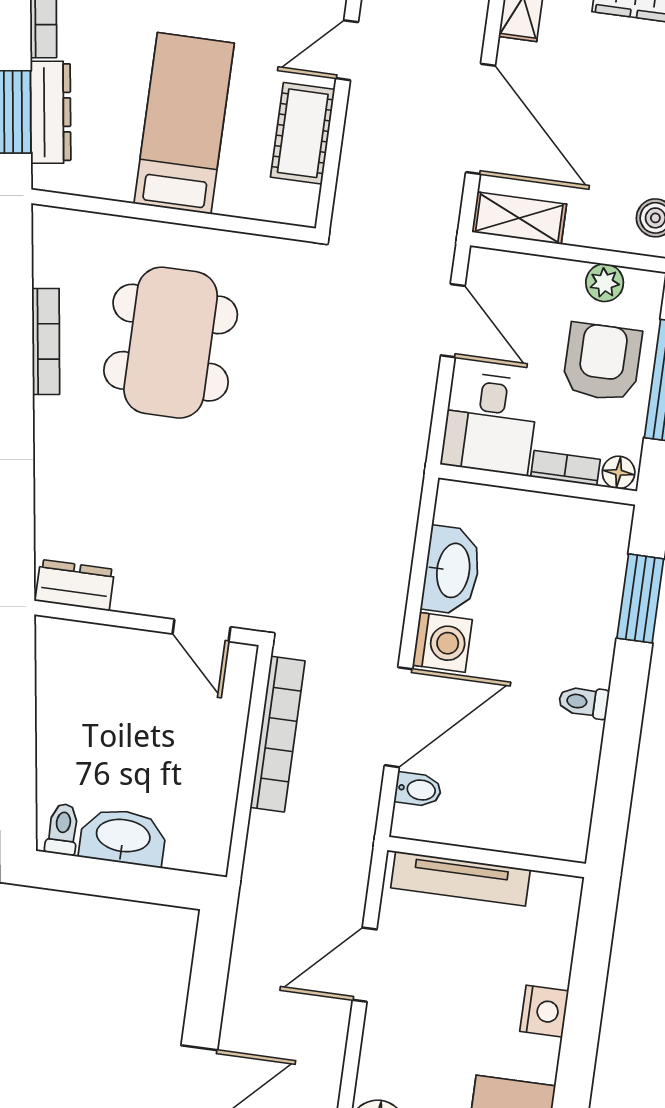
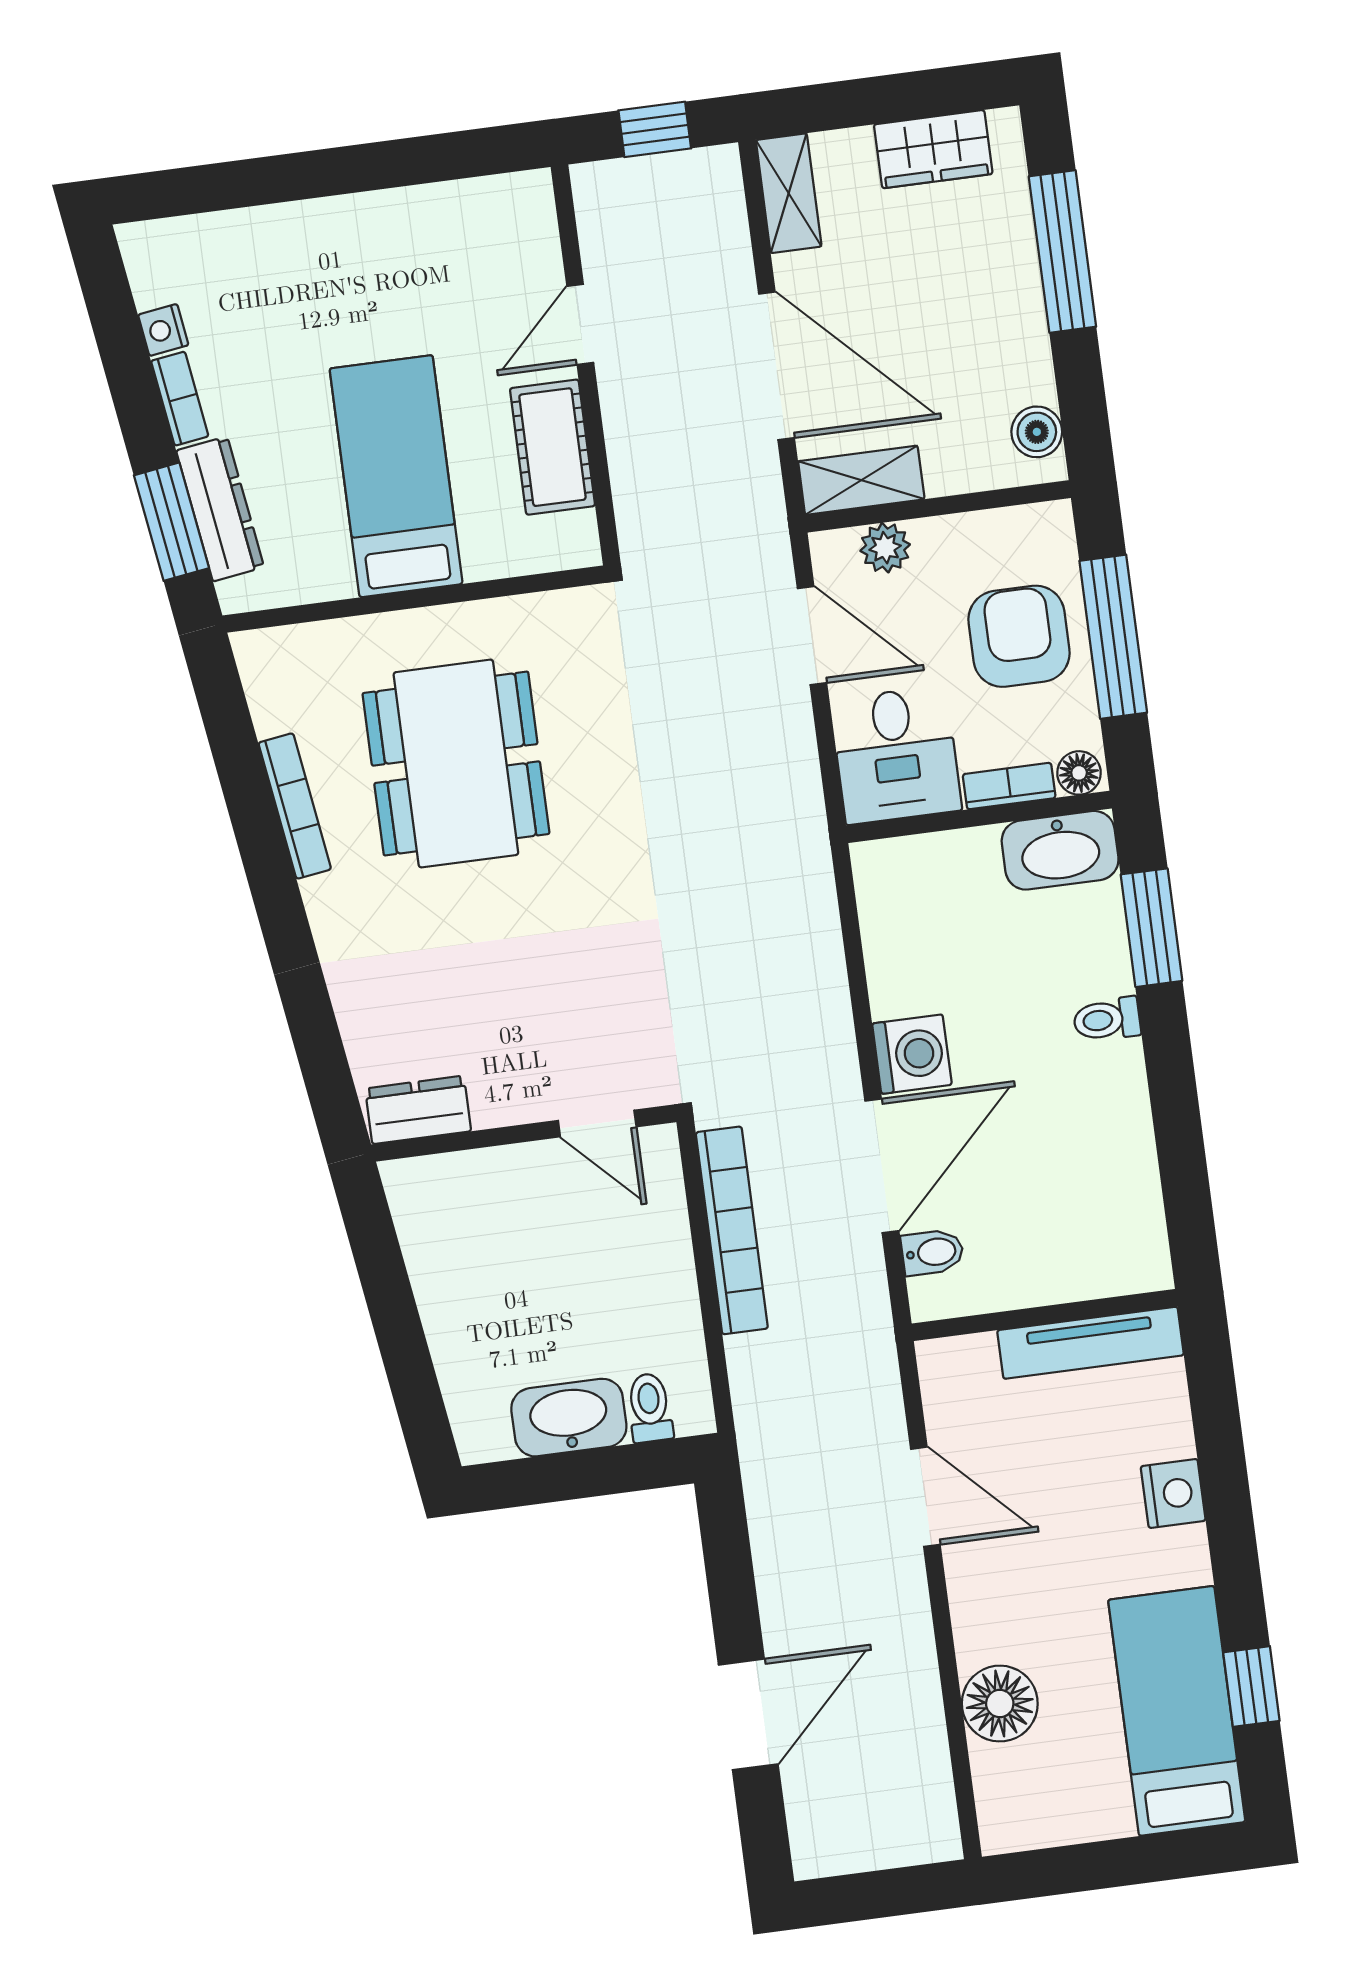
plant: (605, 283) -> (885, 548), moved
washbasin: (452, 570) -> (1060, 850), moved, turned 90
toilet: (584, 702) -> (1107, 1019), moved
toilet: (63, 829) -> (650, 1408), moved
tv unit: (461, 879) -> (1091, 1343), moved
door: (365, 965) -> (925, 1497), swing flipped

